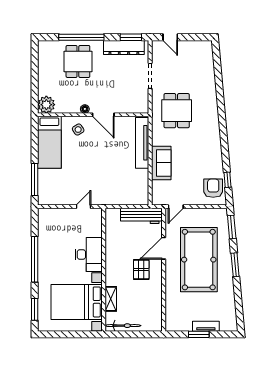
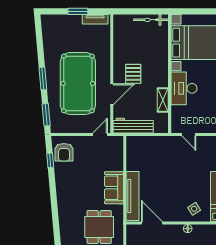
door: (103, 115) -> (152, 223), moved
sofa: (161, 163) -> (114, 188), moved
door: (84, 207) -> (189, 134), hinge flipped
shelving: (111, 299) -> (163, 100), moved
tv unit: (206, 326) -> (95, 19), moved

